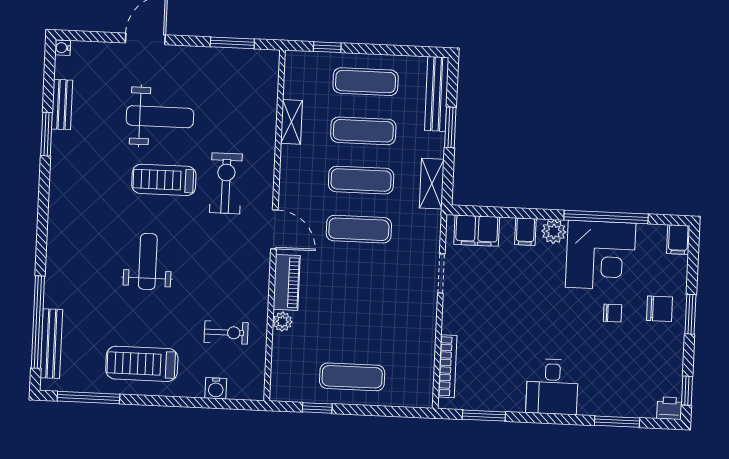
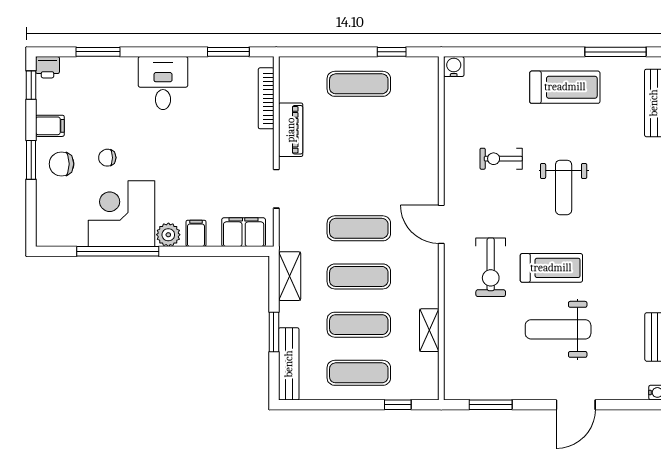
filing cabinet: (678, 240) -> (50, 126), moved, turned 90
piano: (287, 282) -> (291, 130), moved, turned 180
plant: (282, 322) -> (429, 135), removed
exercise bike: (226, 332) -> (501, 159), moved
water cooler: (216, 388) -> (454, 67), moved

